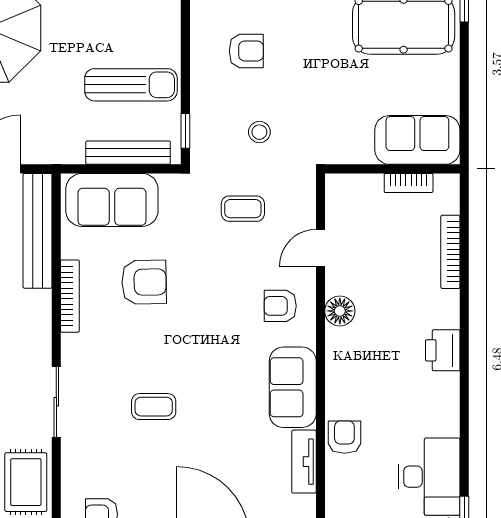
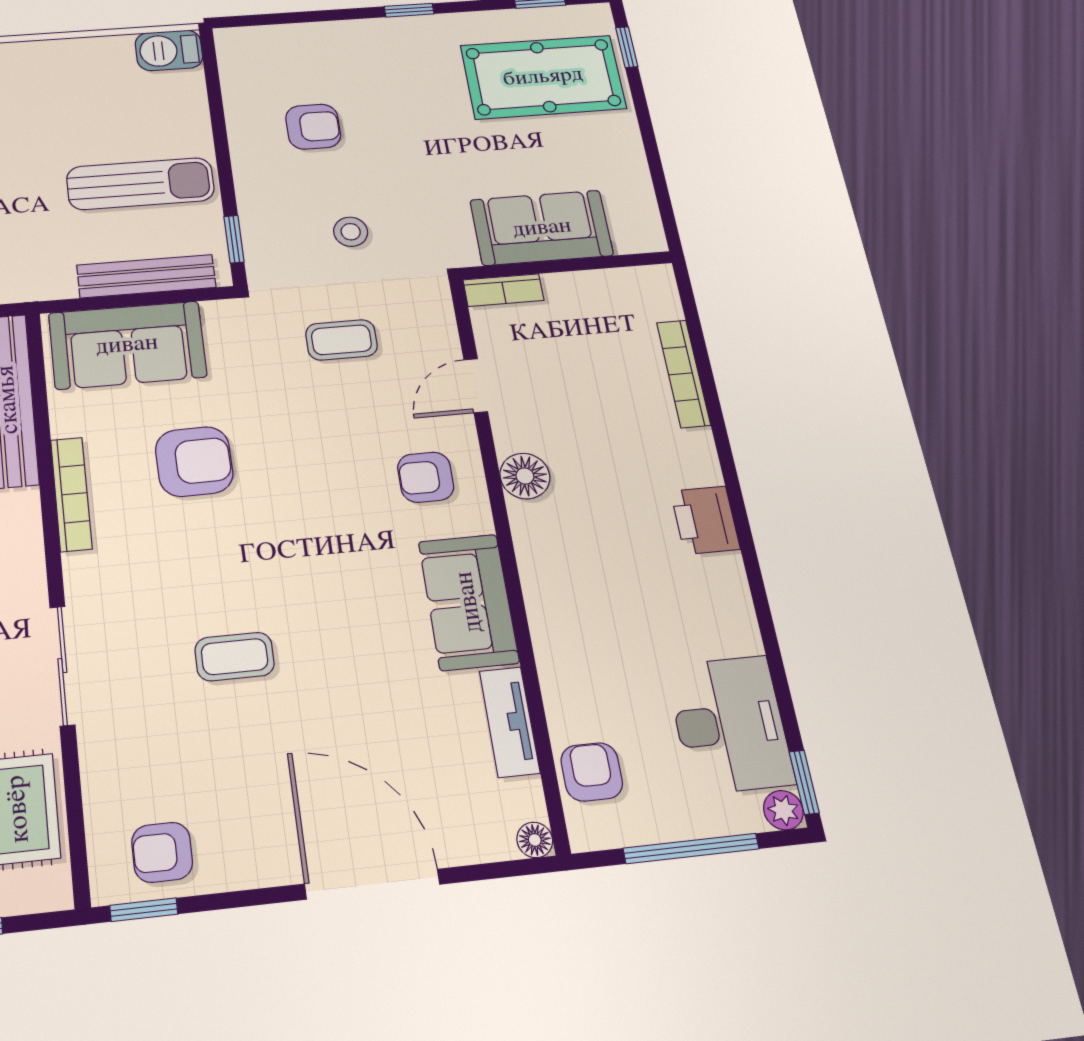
sofa: (417, 140) -> (542, 228), moved
bookcase: (409, 183) -> (503, 290), moved
armchair: (344, 437) -> (592, 772), moved

